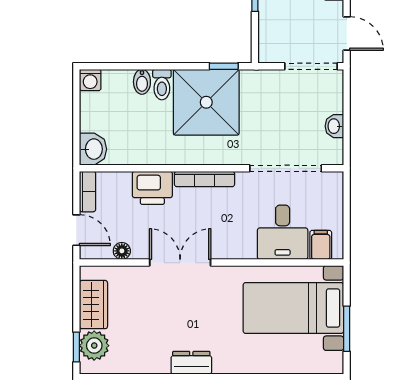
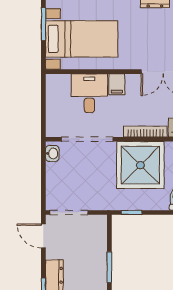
shower: (206, 102) -> (140, 165), moved
washbasin: (334, 126) -> (52, 153), moved
filing cabinet: (321, 245) -> (117, 84), moved

